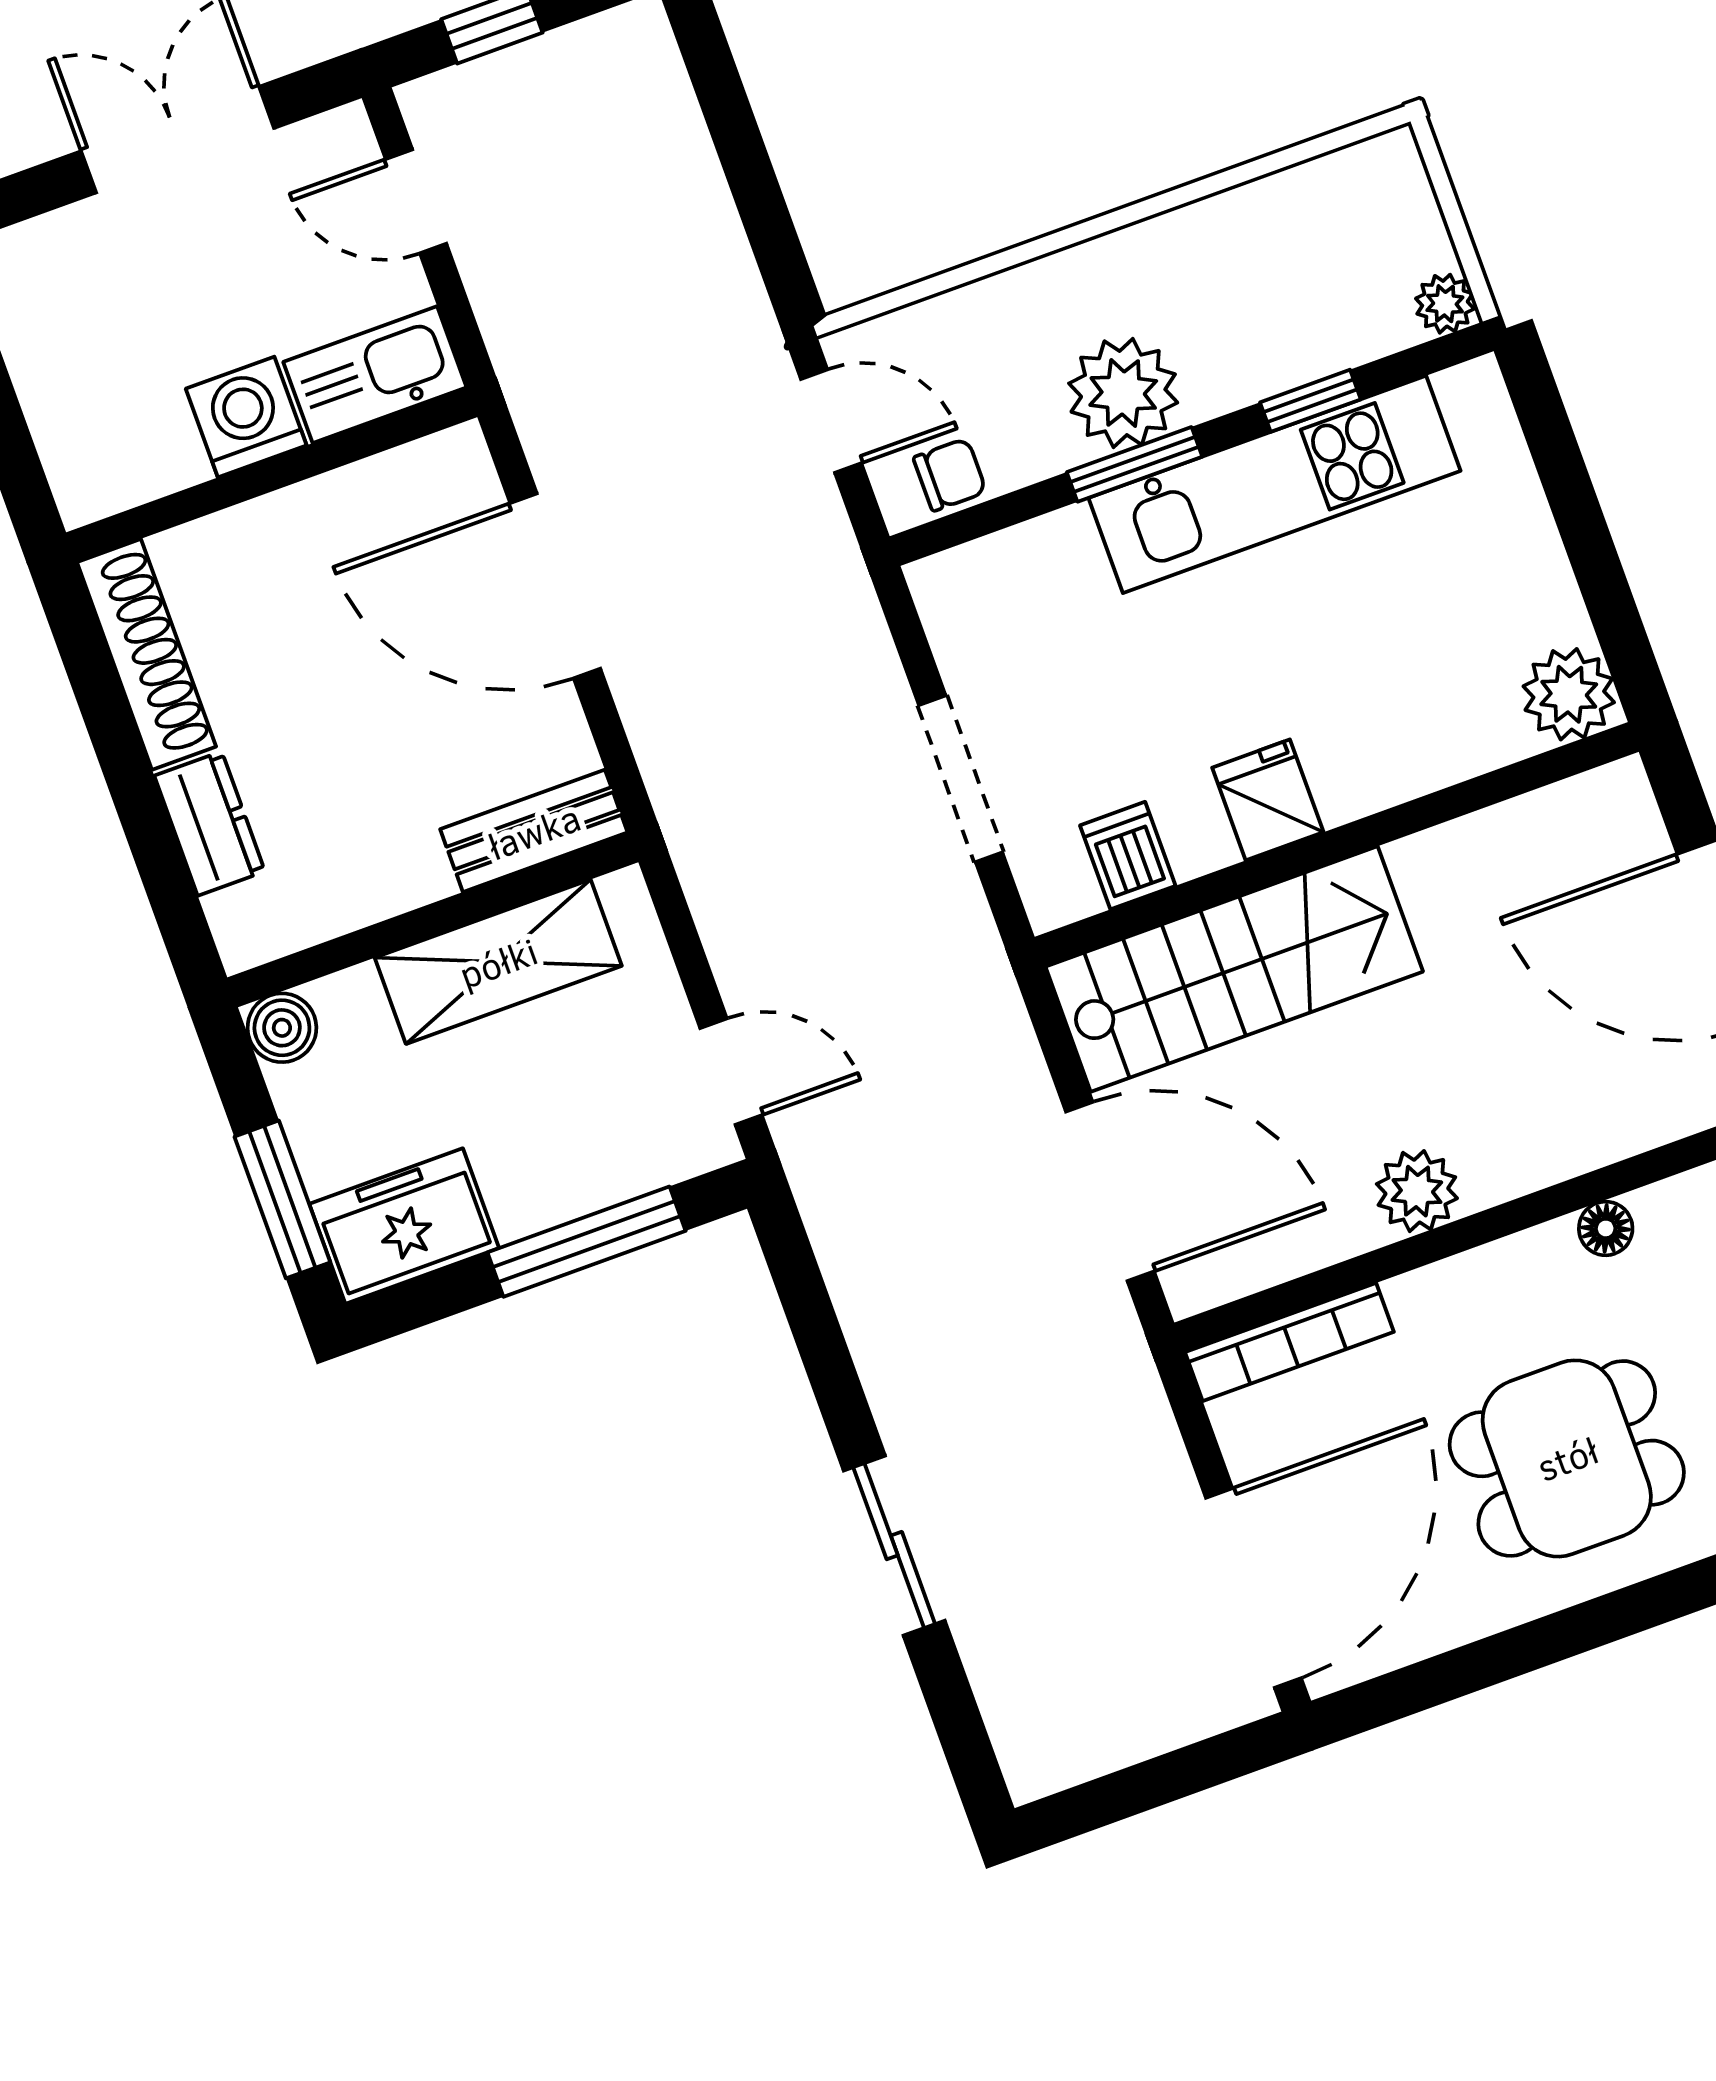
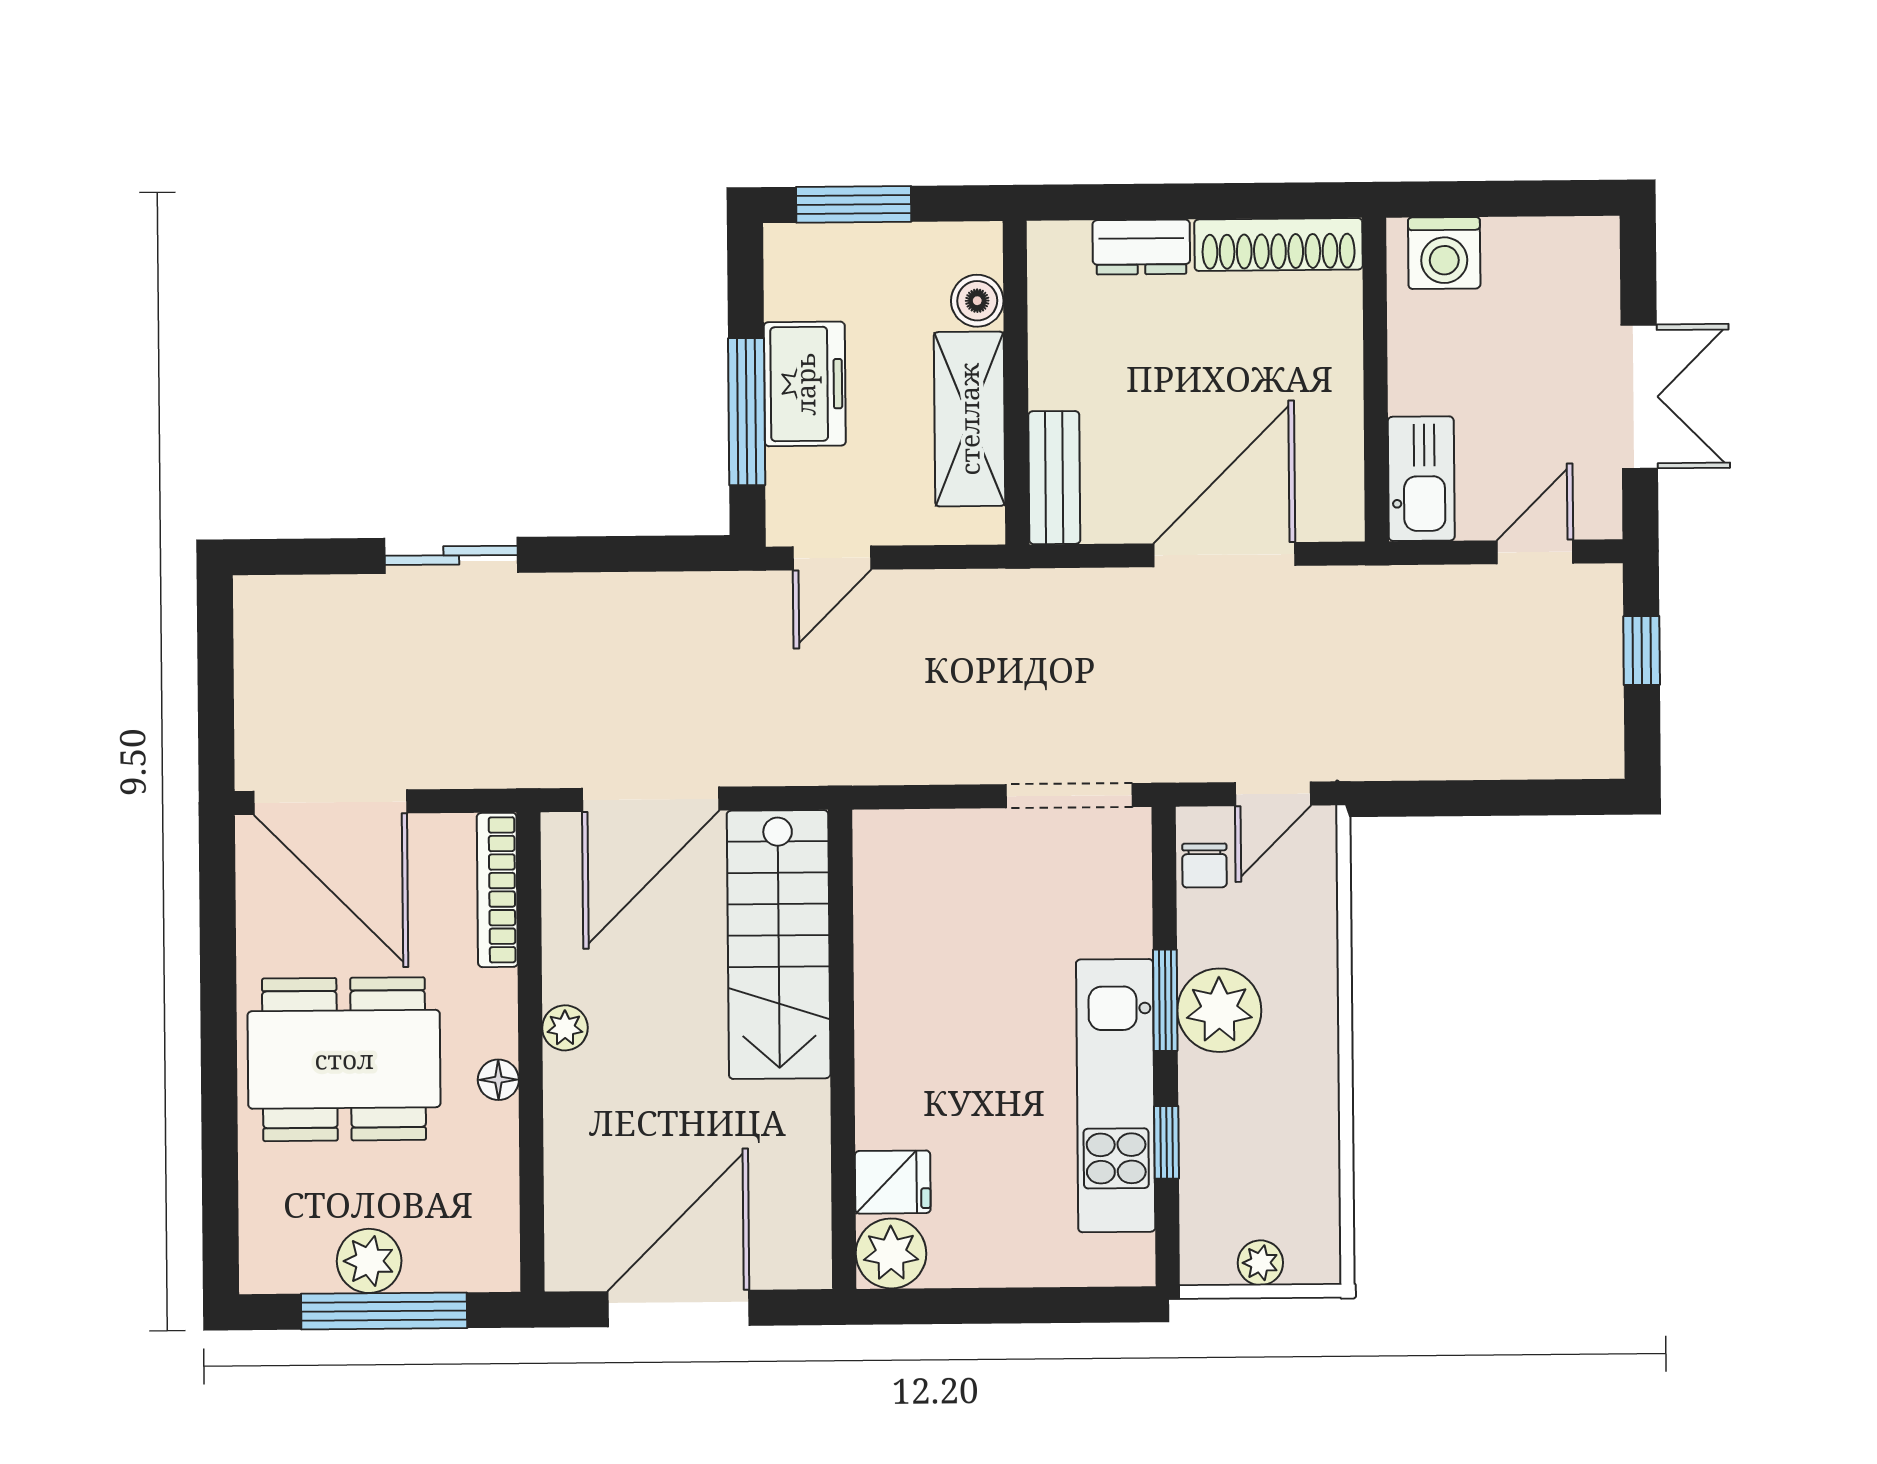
plant: (1445, 304) -> (1260, 1263), moved
washing machine: (246, 417) -> (1444, 253), moved, turned 90
doorway: (961, 779) -> (1069, 796), moved
fridge: (1268, 800) -> (893, 1182), moved
dishwasher: (1128, 856) -> (887, 897), removed
boiler: (282, 1028) -> (977, 301), moved
plant: (1417, 1191) -> (565, 1028), width x0.73, depth x0.73
freezer: (404, 1226) -> (805, 384), moved
floor lamp: (1606, 1228) -> (498, 1080), moved
dining table: (1567, 1458) -> (344, 1059), width x1.37

